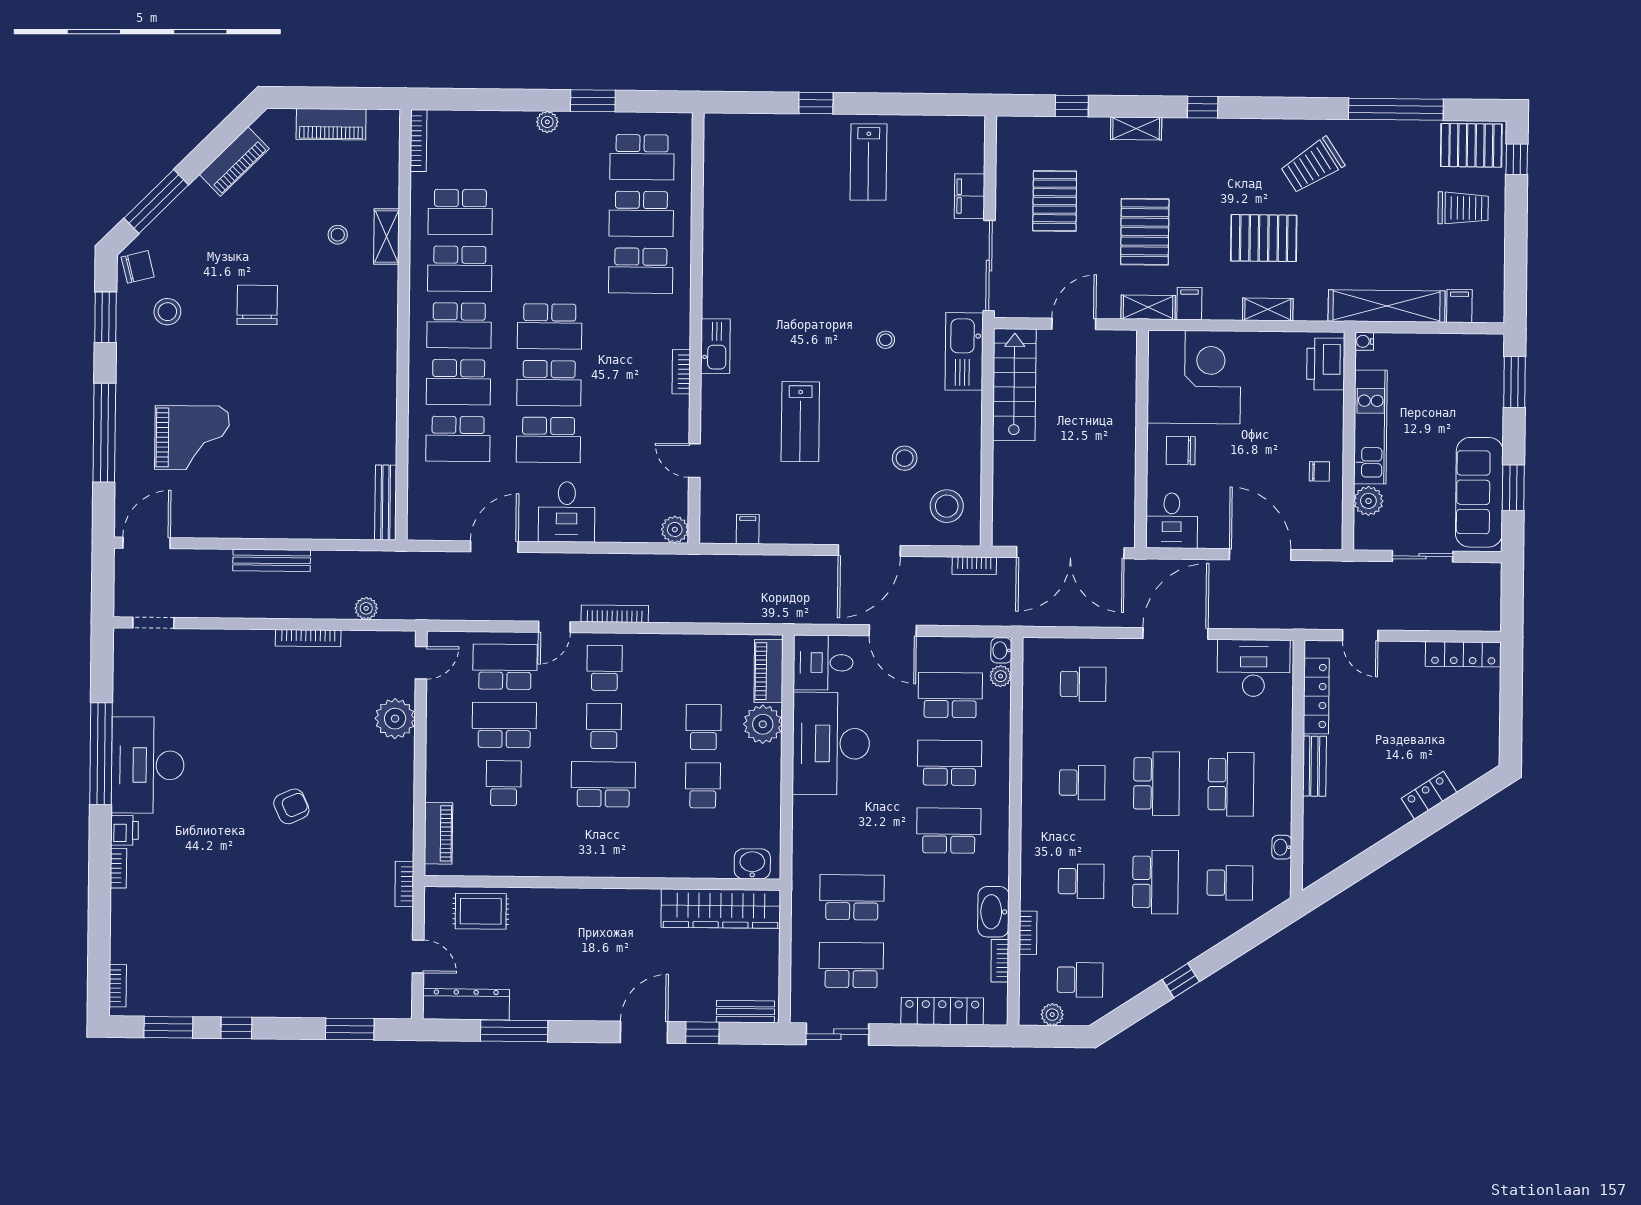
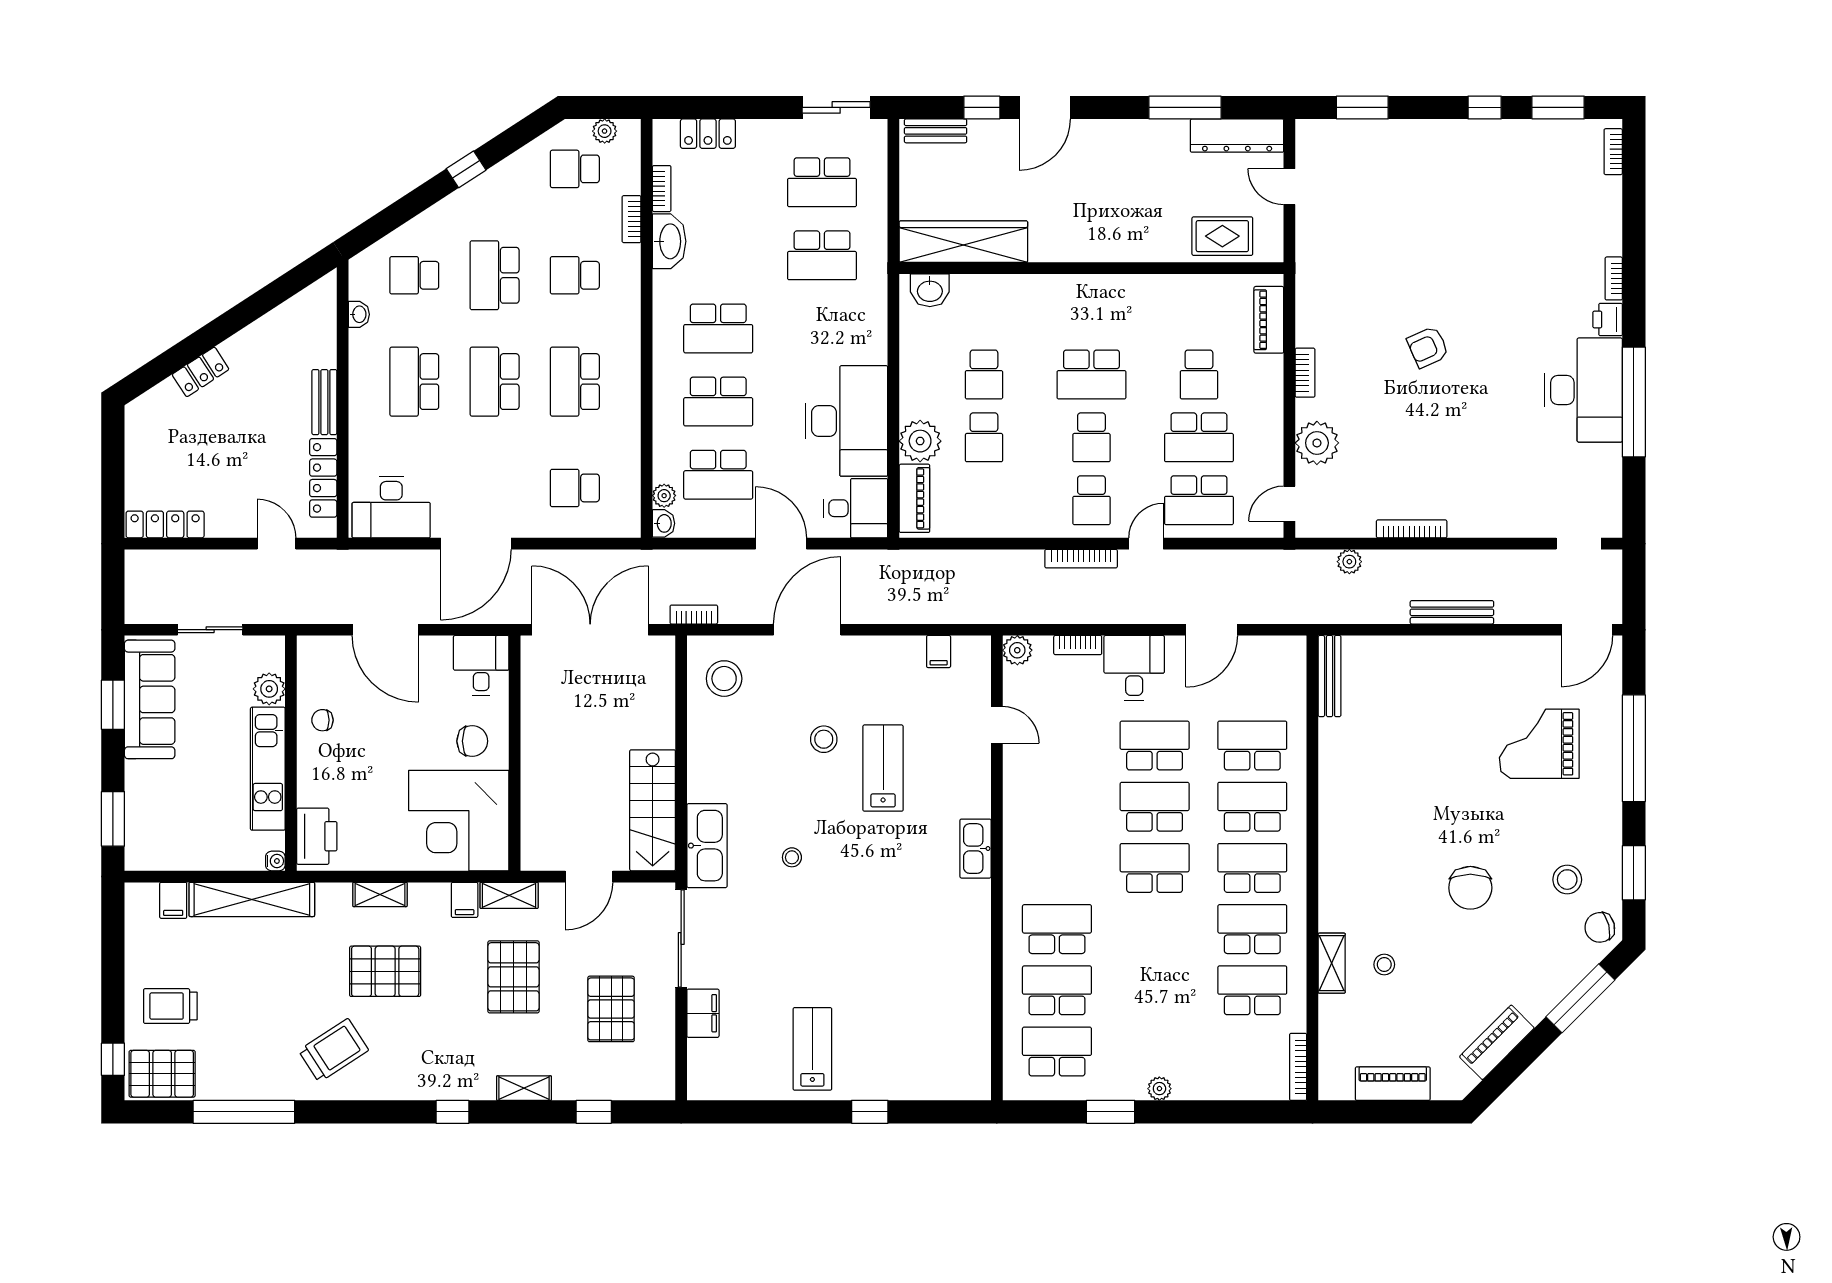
bookcase: (681, 372) -> (1078, 645), moved, turned 90
stool: (905, 458) -> (824, 739), moved
school desk: (1082, 783) -> (575, 382), width x1.85
bookcase: (404, 884) -> (1305, 373), moved
locker: (942, 1011) -> (708, 134), width x0.66

